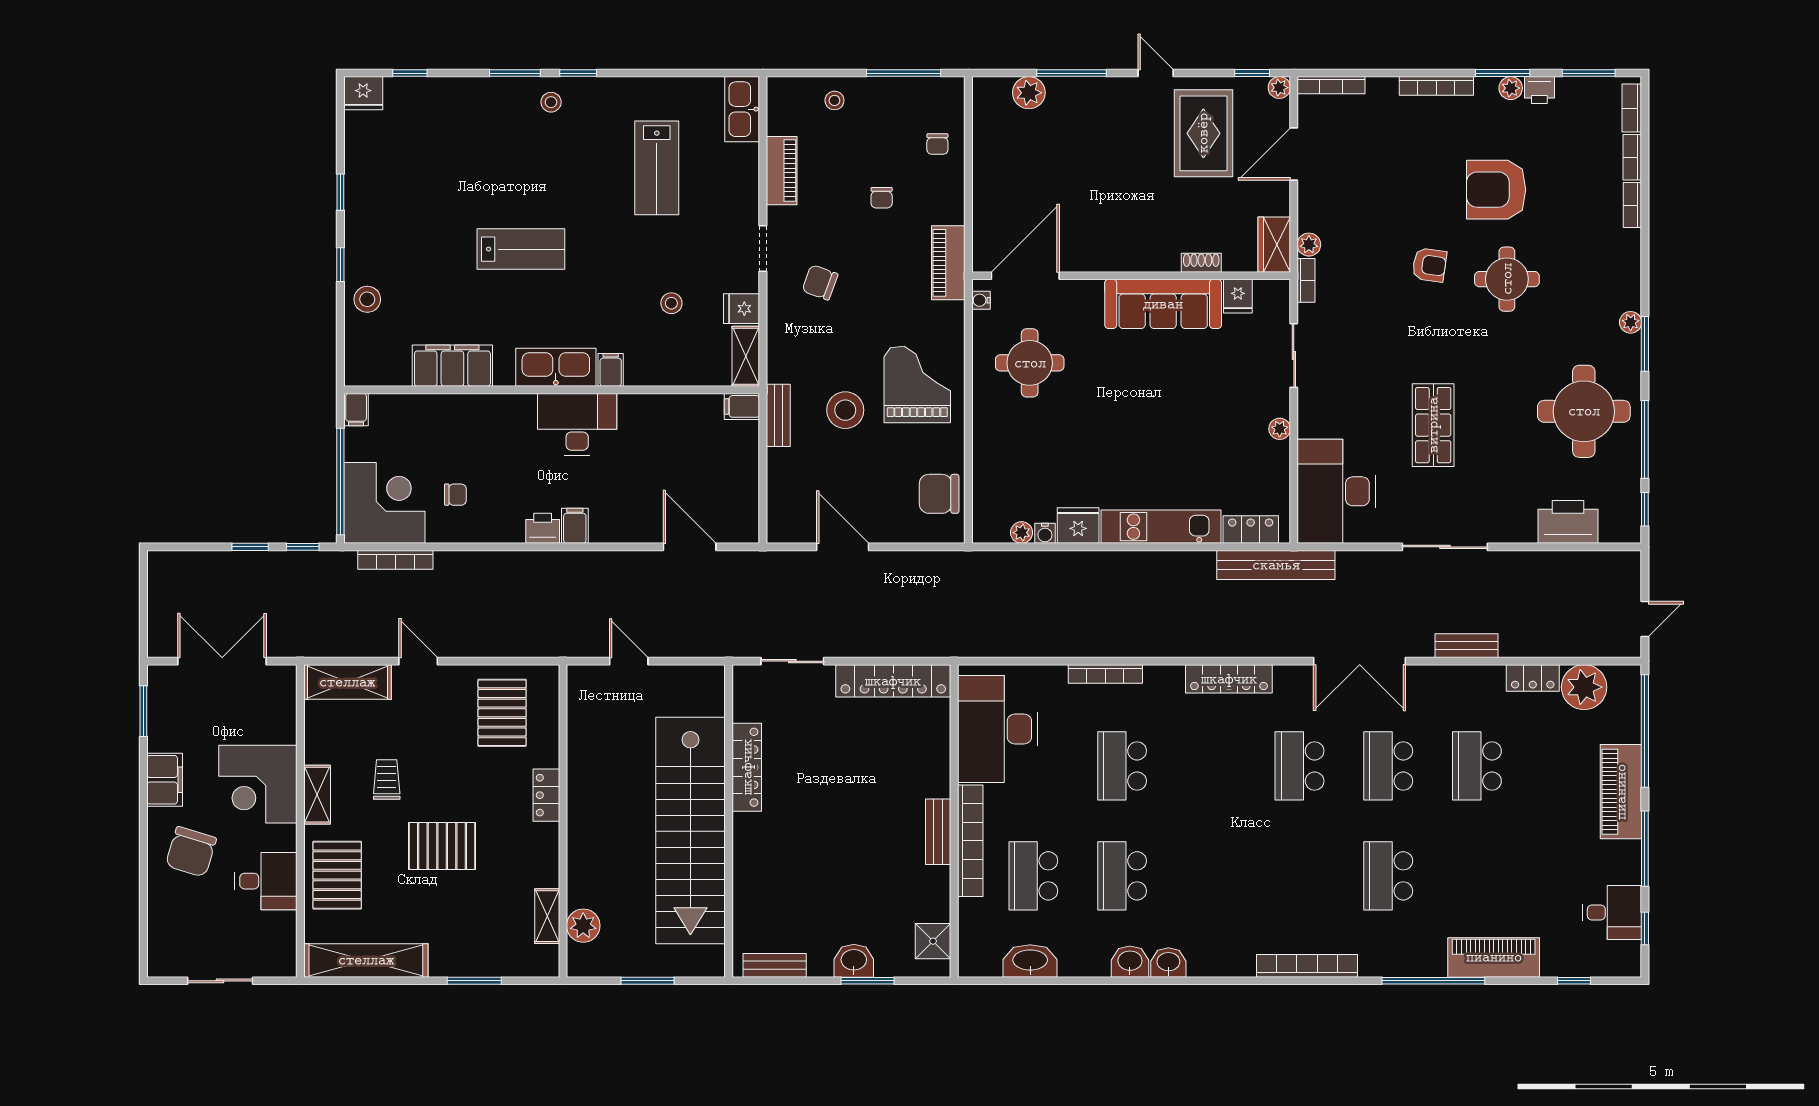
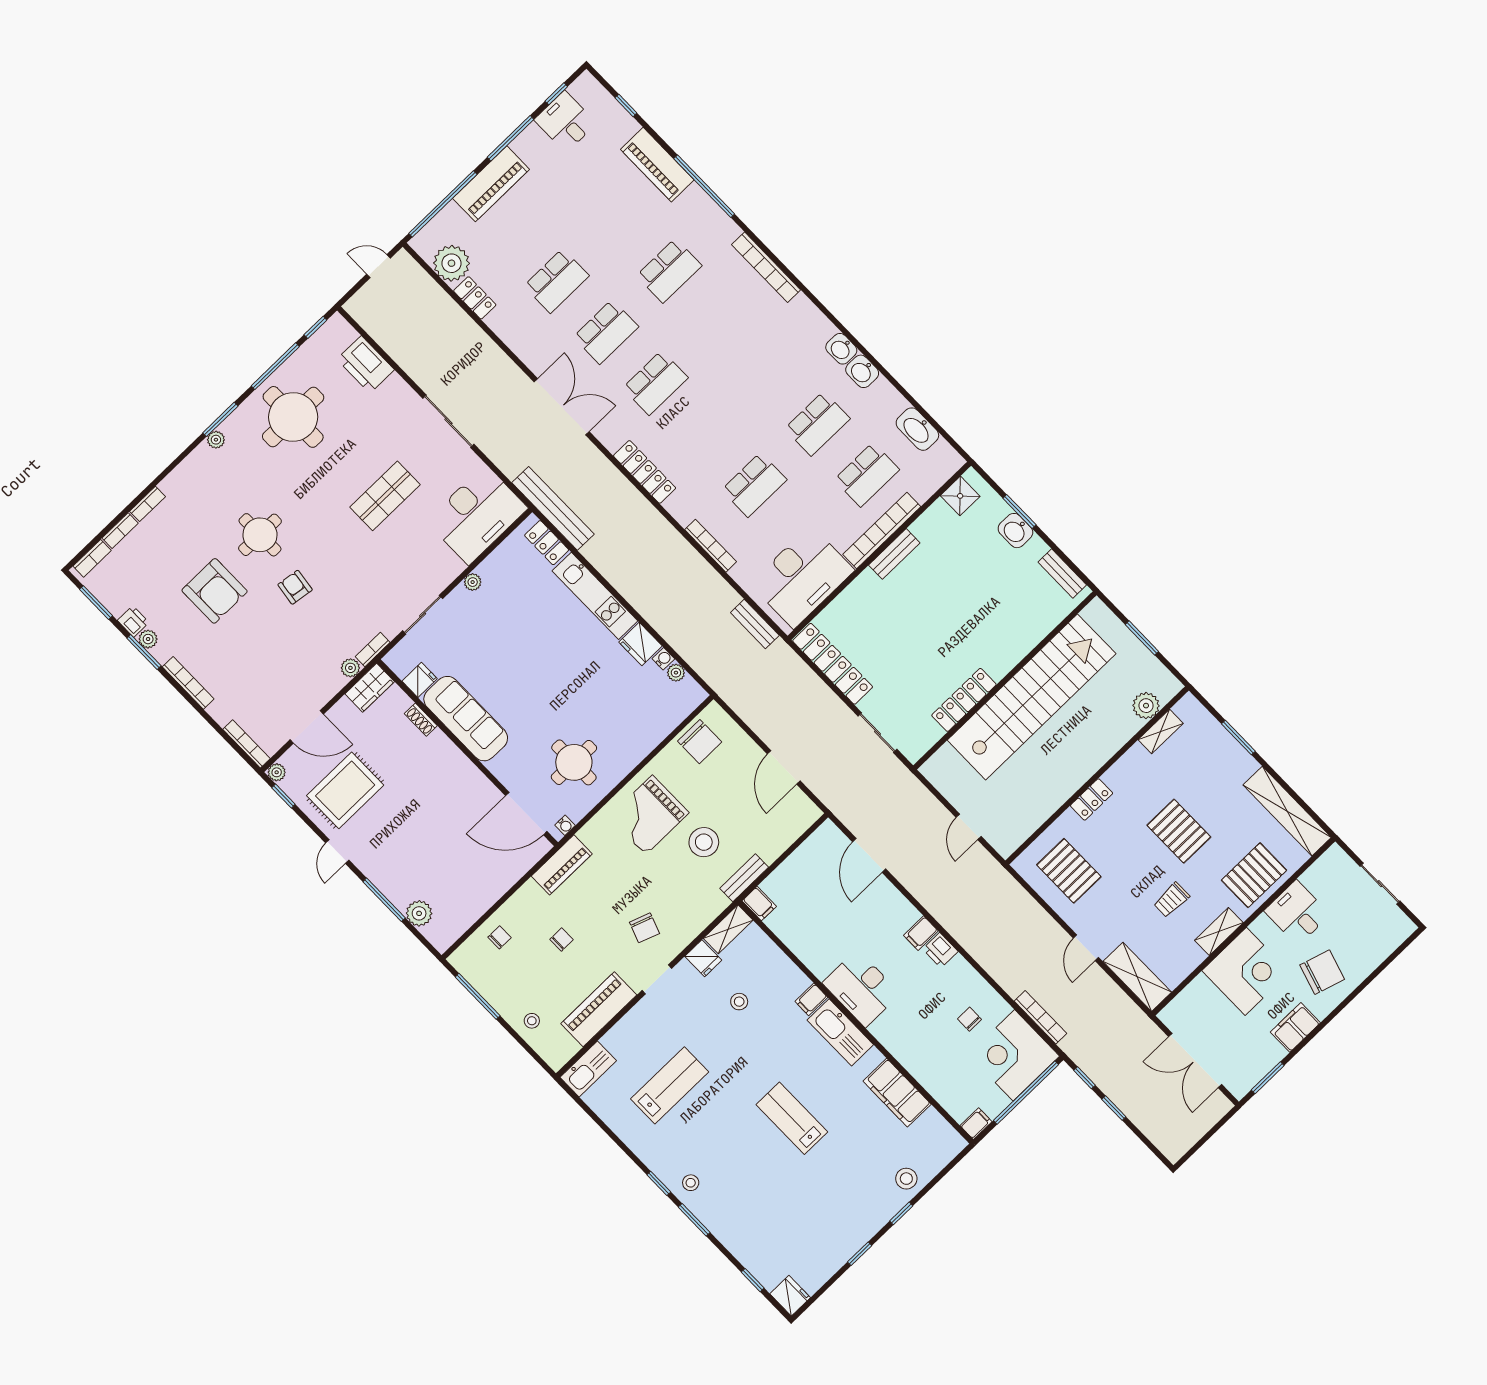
piano: (782, 171) -> (599, 1009), width x1.37, depth x1.33
bench: (1466, 646) -> (755, 624), moved
pallet: (502, 713) -> (1069, 871), turned 90

